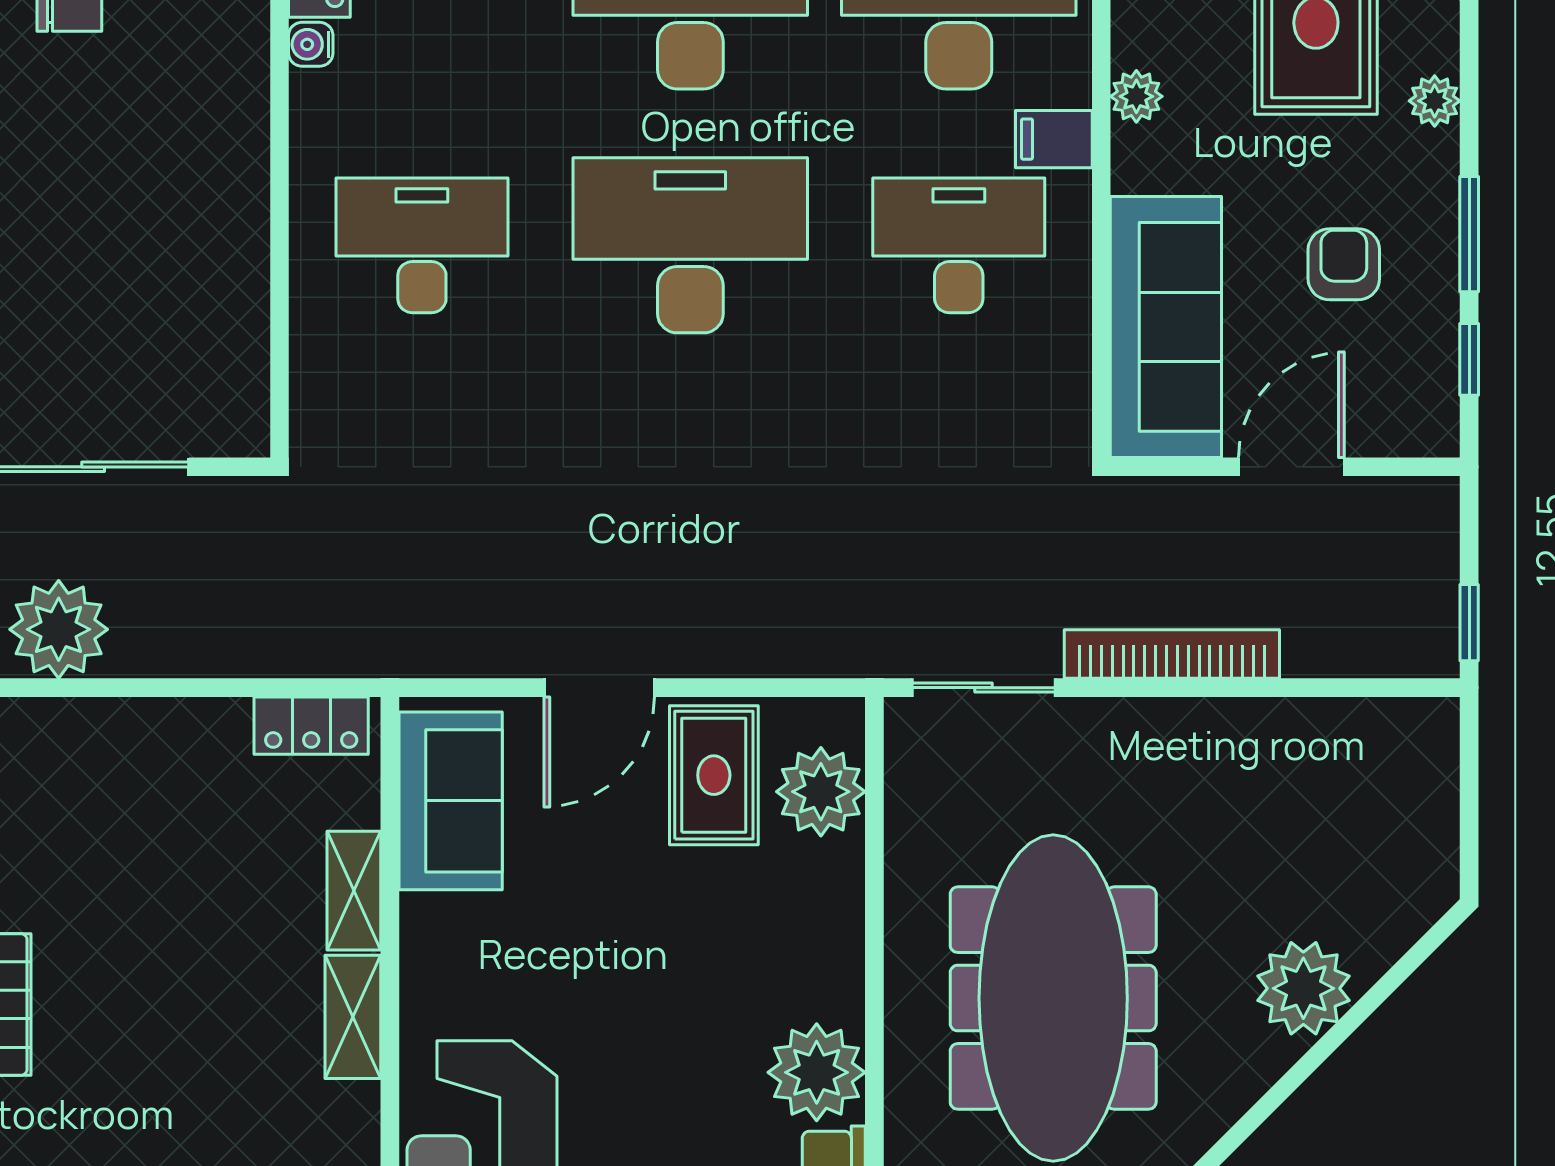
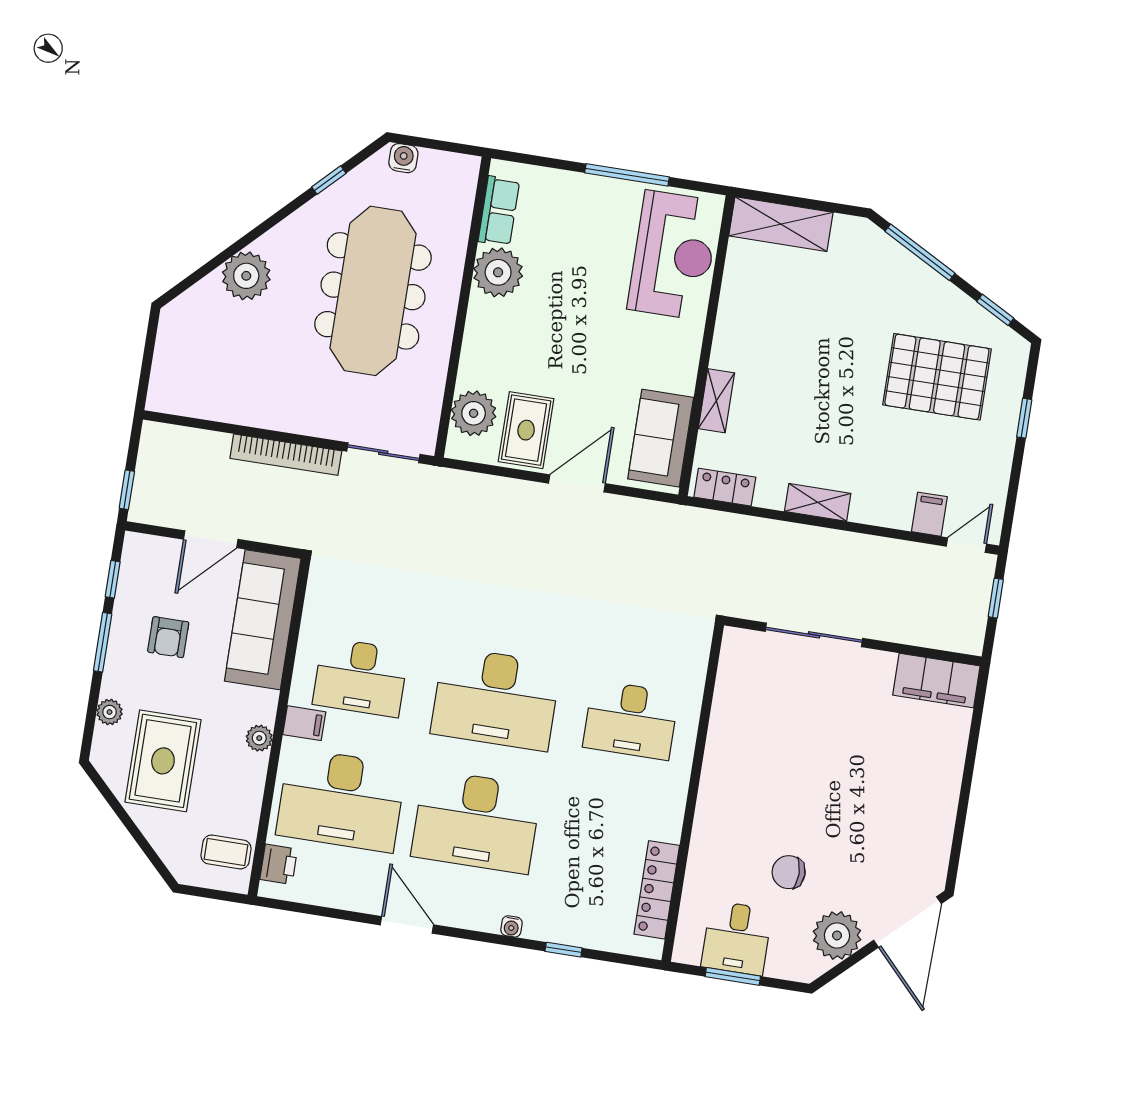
water cooler: (311, 44) -> (671, 830), removed
window: (1469, 623) -> (127, 490), moved
plant: (59, 629) -> (844, 556), removed
shelving: (353, 1017) -> (818, 502), moved, turned 90

